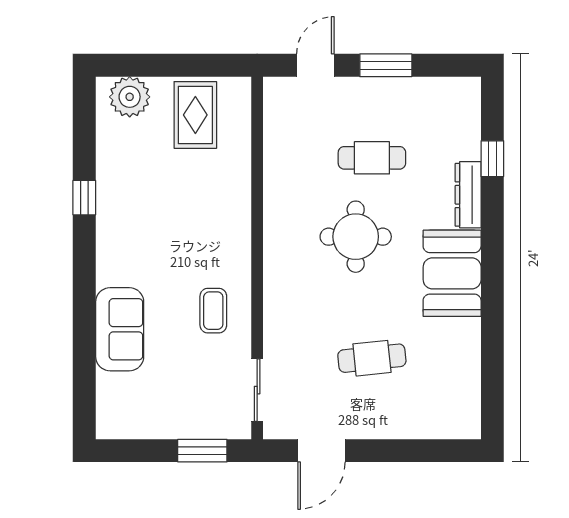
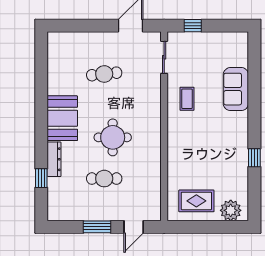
rug: (195, 115) -> (196, 201), turned 90
window: (202, 451) -> (193, 26), width x0.67

